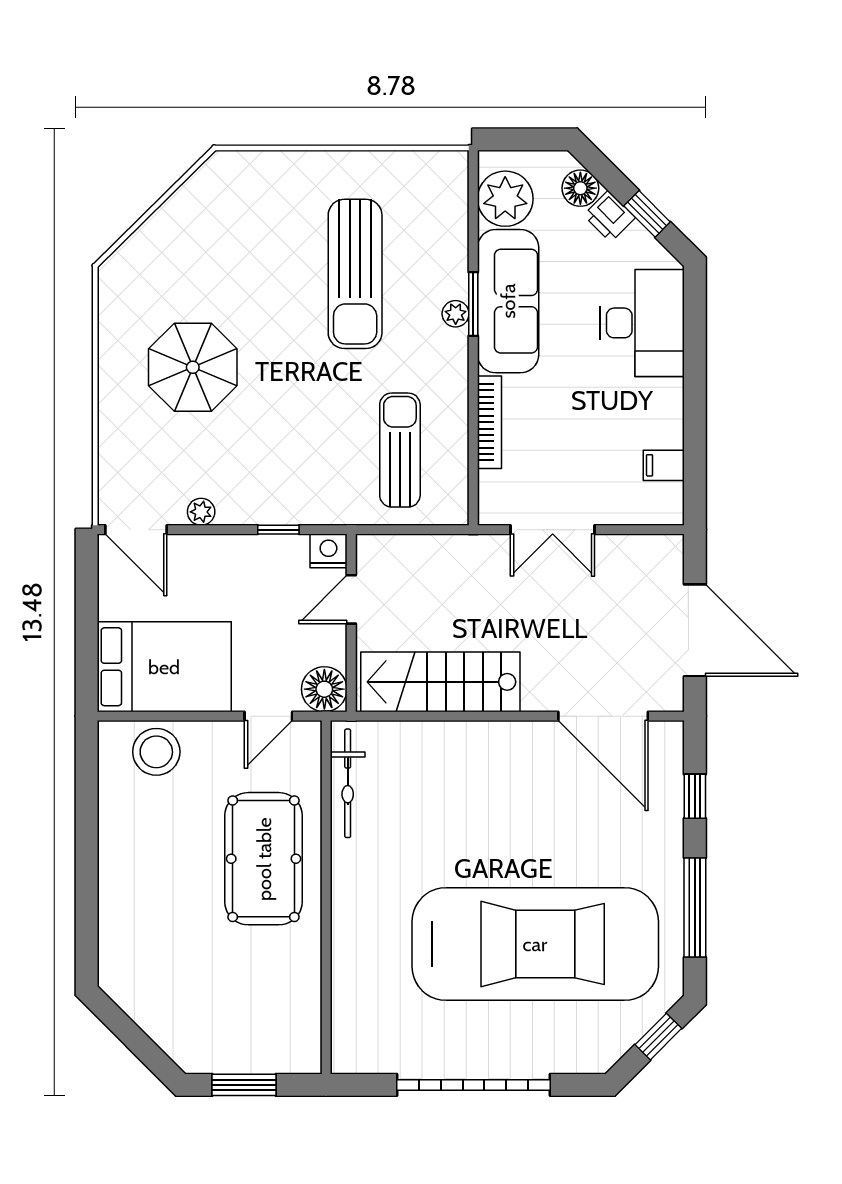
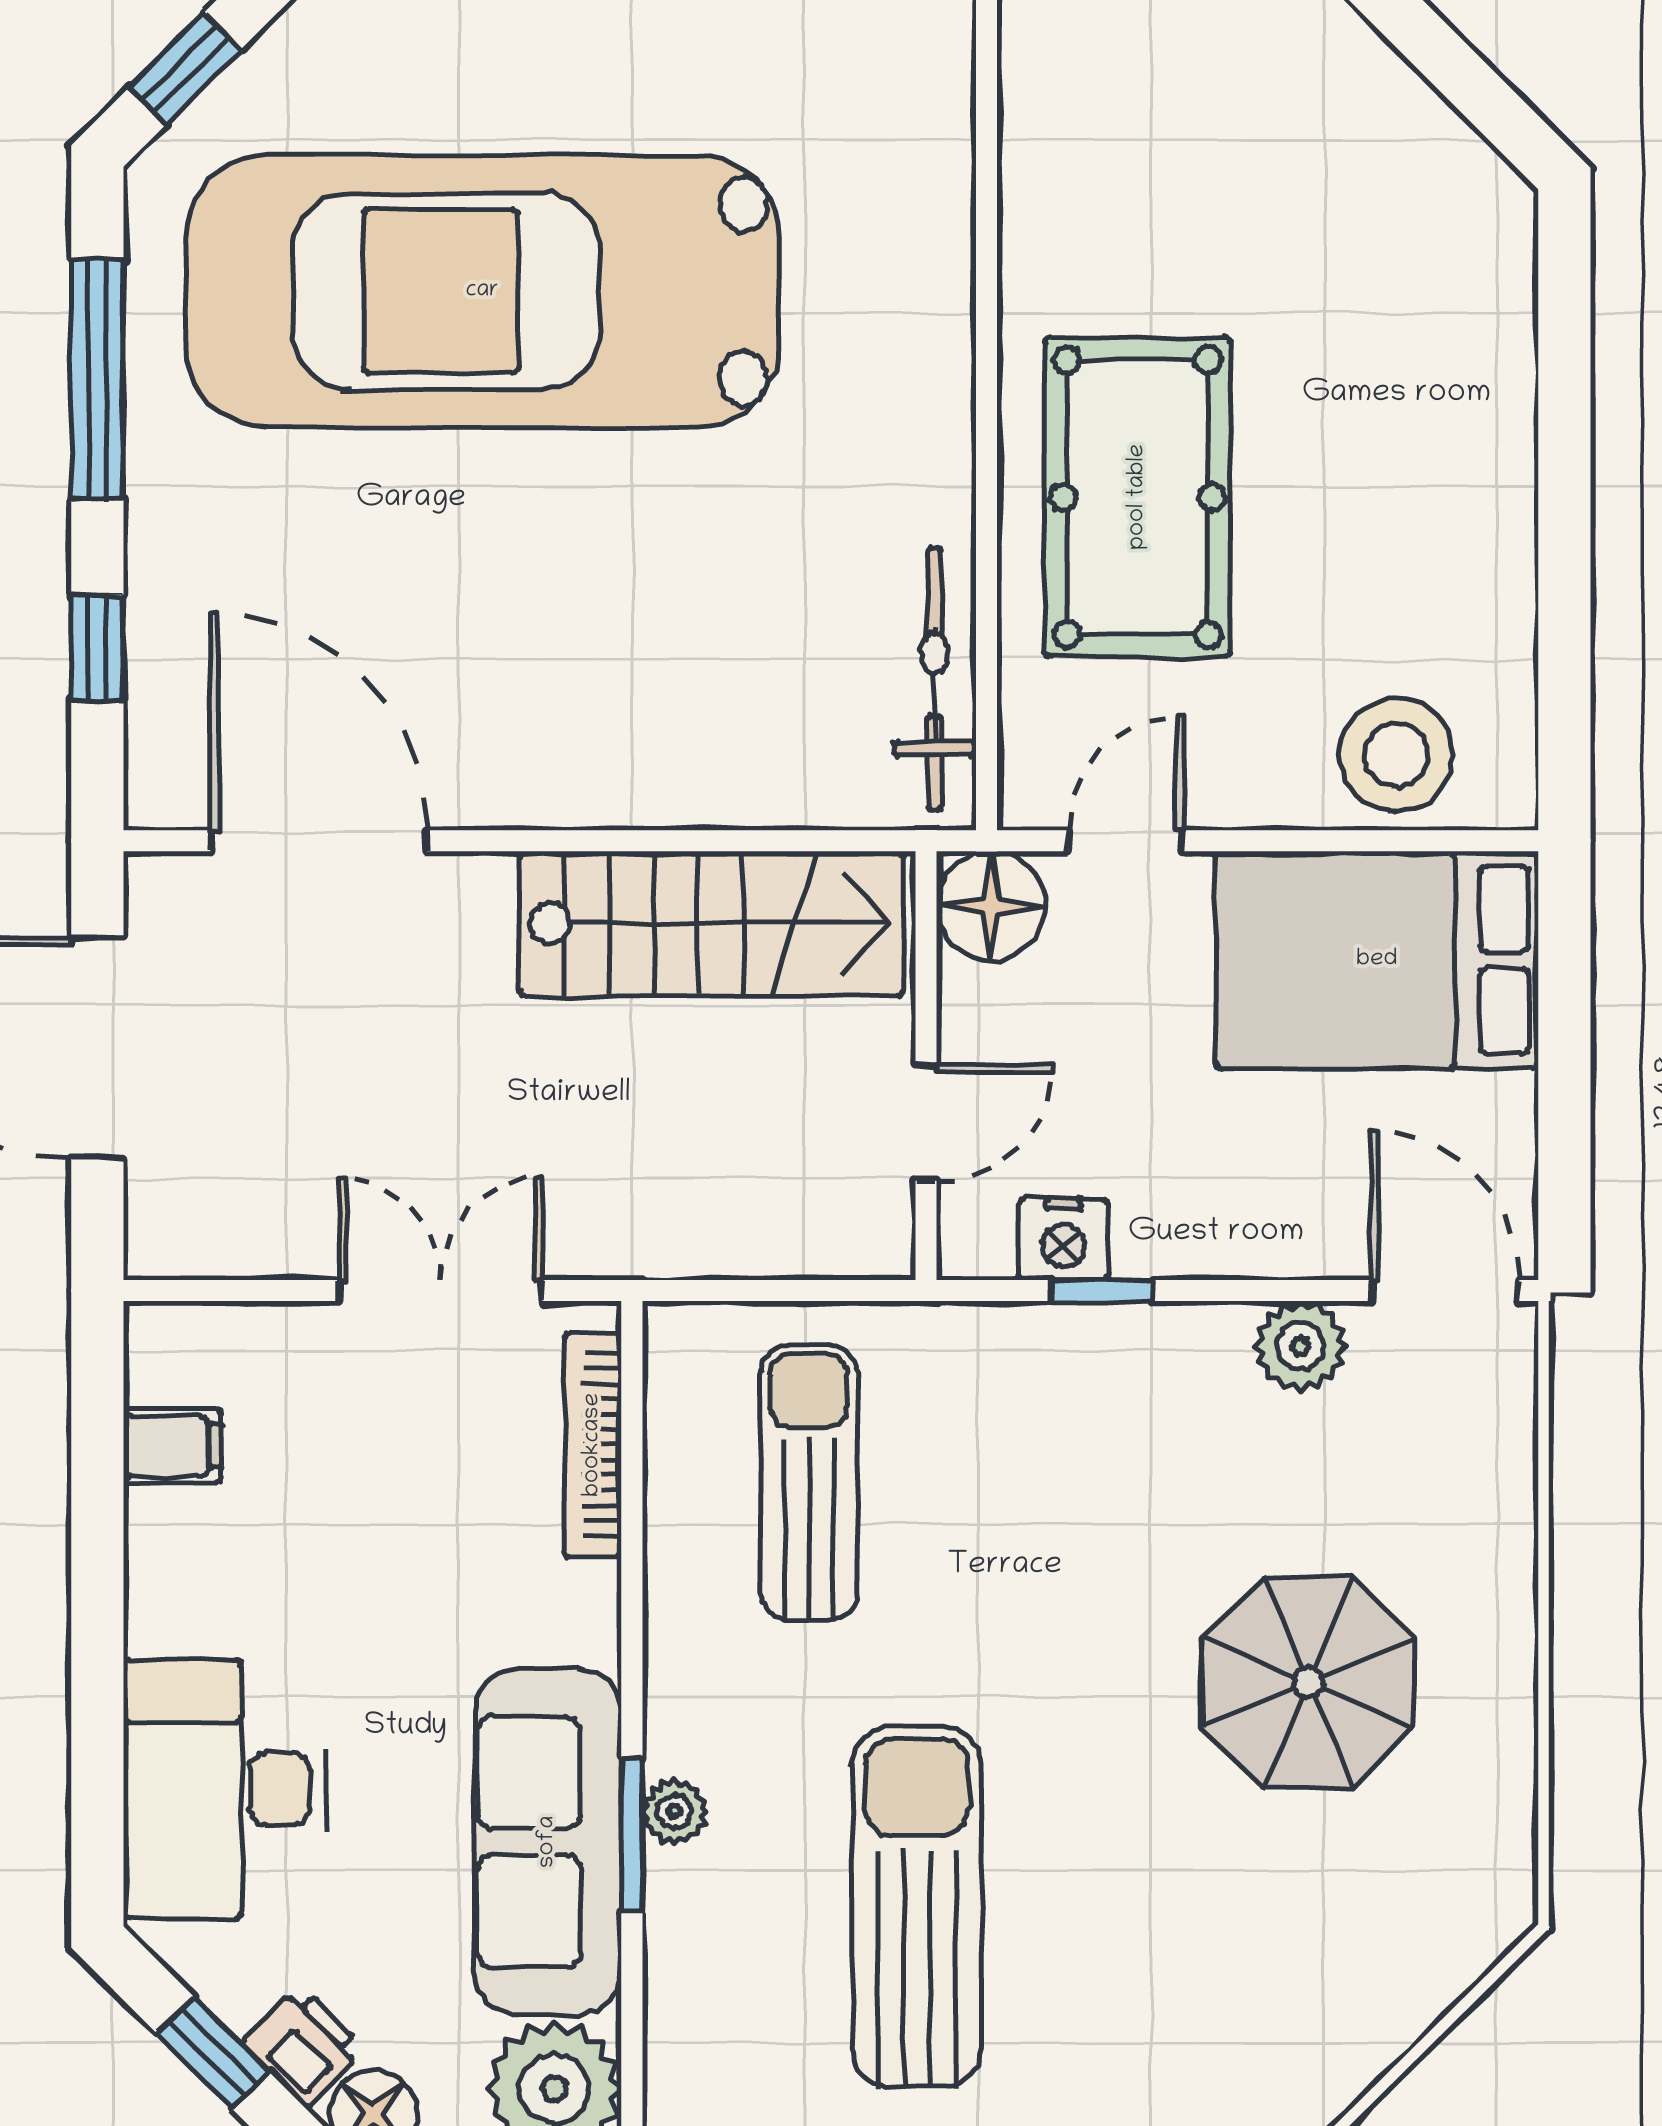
bookcase: (489, 422) -> (593, 1445), moved
sun lounger: (400, 450) -> (809, 1483), turned 180
plant: (201, 512) -> (1300, 1346), width x1.38, depth x1.38
nightstand: (328, 551) -> (1064, 1239), moved

